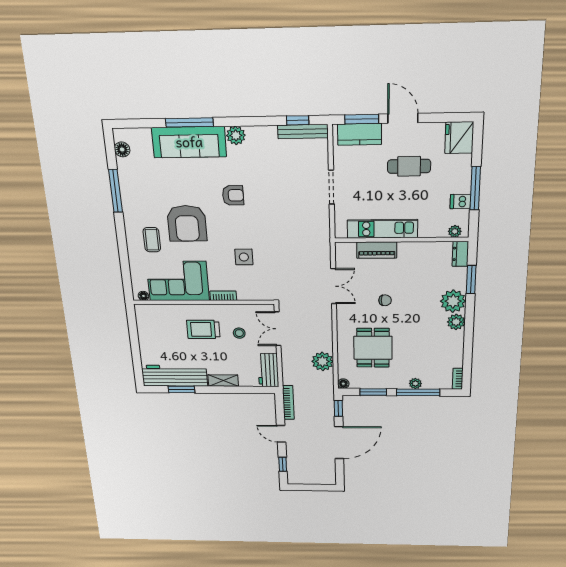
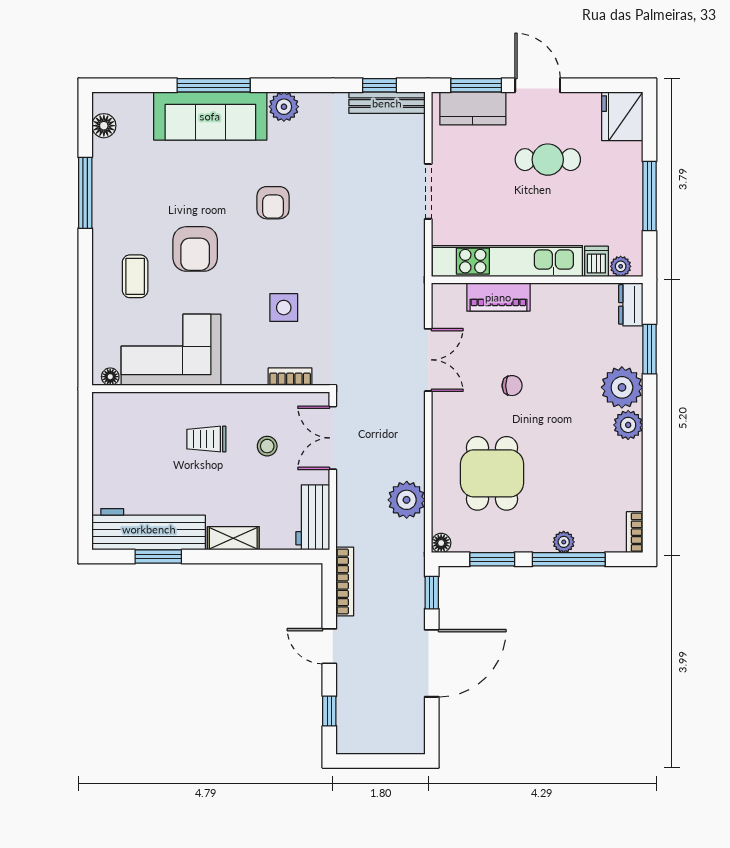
armchair: (233, 195) -> (273, 203), turned 90
dishwasher: (460, 201) -> (596, 261), moved, turned 90
armchair: (187, 223) -> (195, 249), width x0.73, depth x0.73
kitchen unit: (382, 229) -> (507, 261), width x1.36
bookcase: (223, 296) -> (290, 377), moved
trolley: (203, 329) -> (206, 439), width x0.73, depth x0.72

